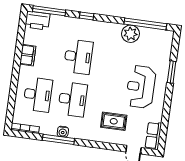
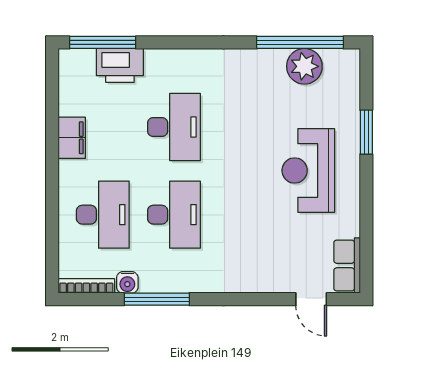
window: (87, 16) -> (180, 42), removed
printer: (37, 21) -> (120, 65), moved
plant: (130, 34) -> (304, 66), moved
rug: (114, 121) -> (263, 247), removed
water cooler: (63, 132) -> (127, 282), moved

